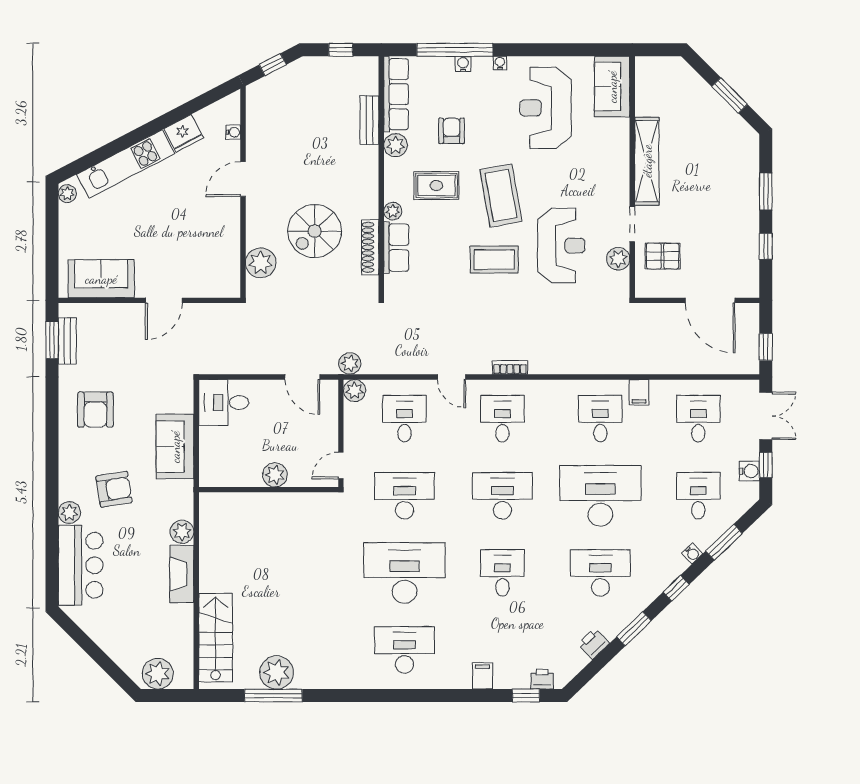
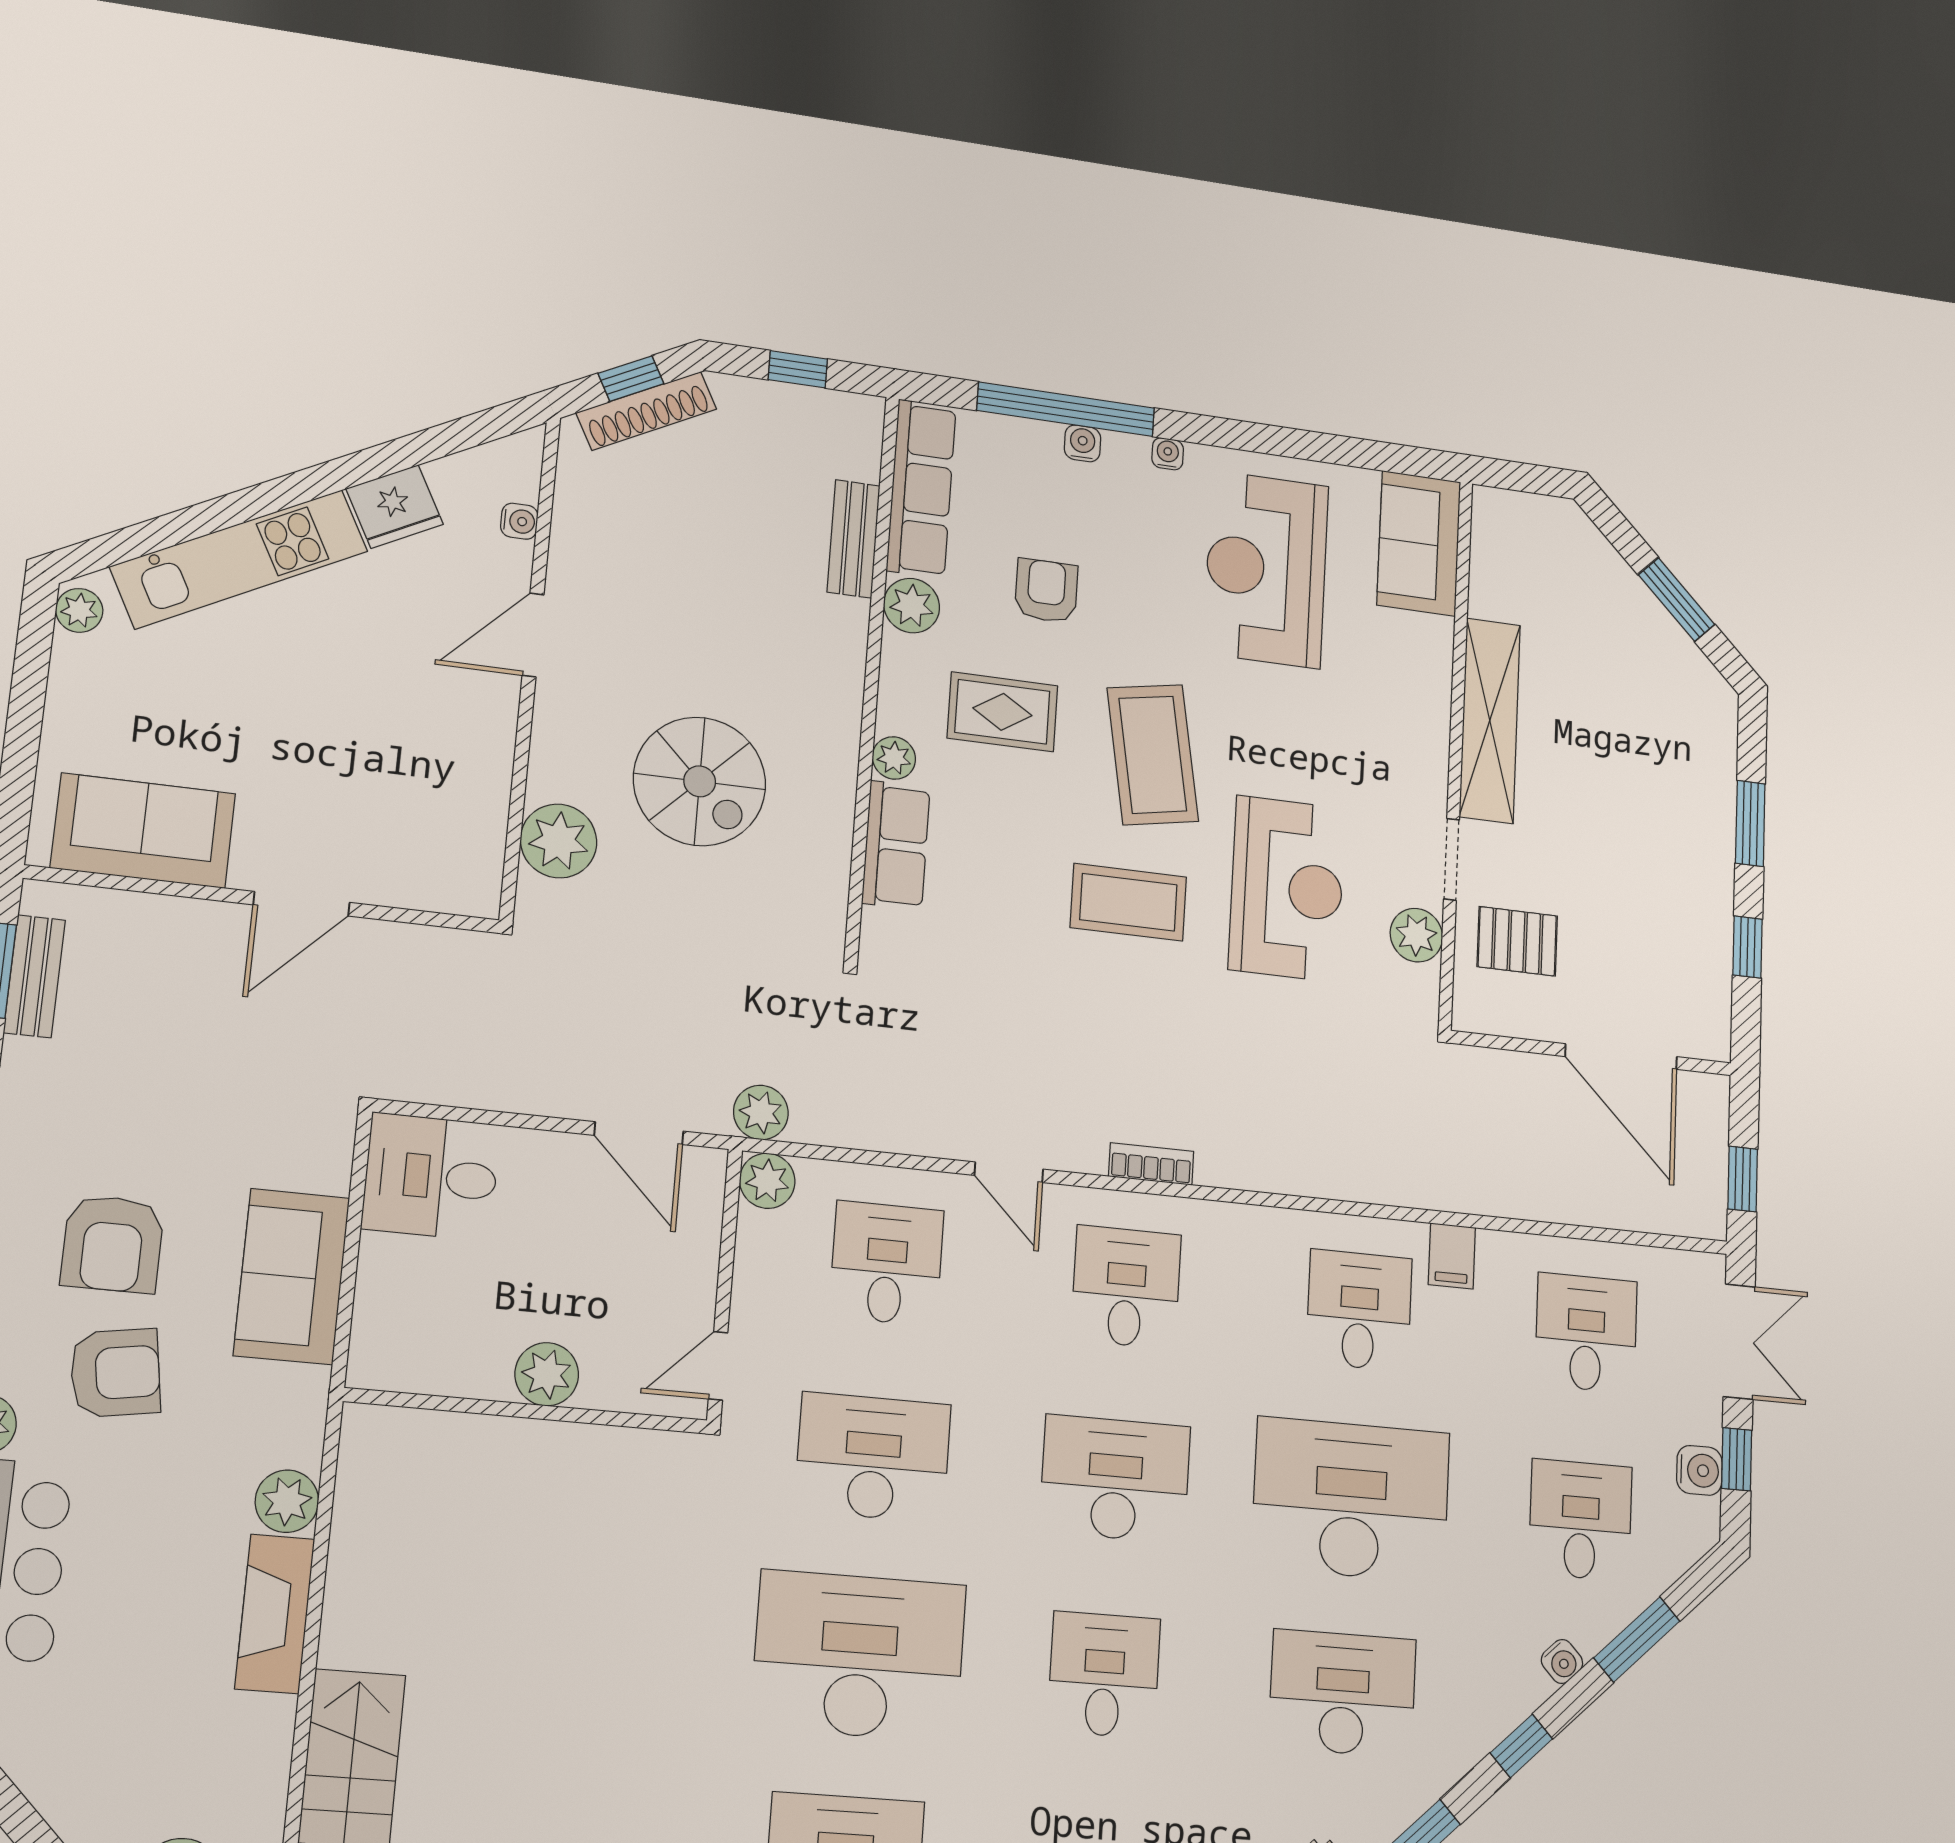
spiral stairs: (315, 231) -> (700, 781), turned -90
shoe rack: (370, 247) -> (646, 411), moved, turned -118
armchair: (95, 410) -> (112, 1244), moved

